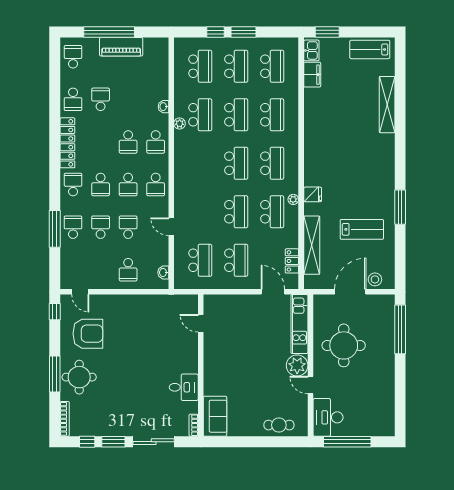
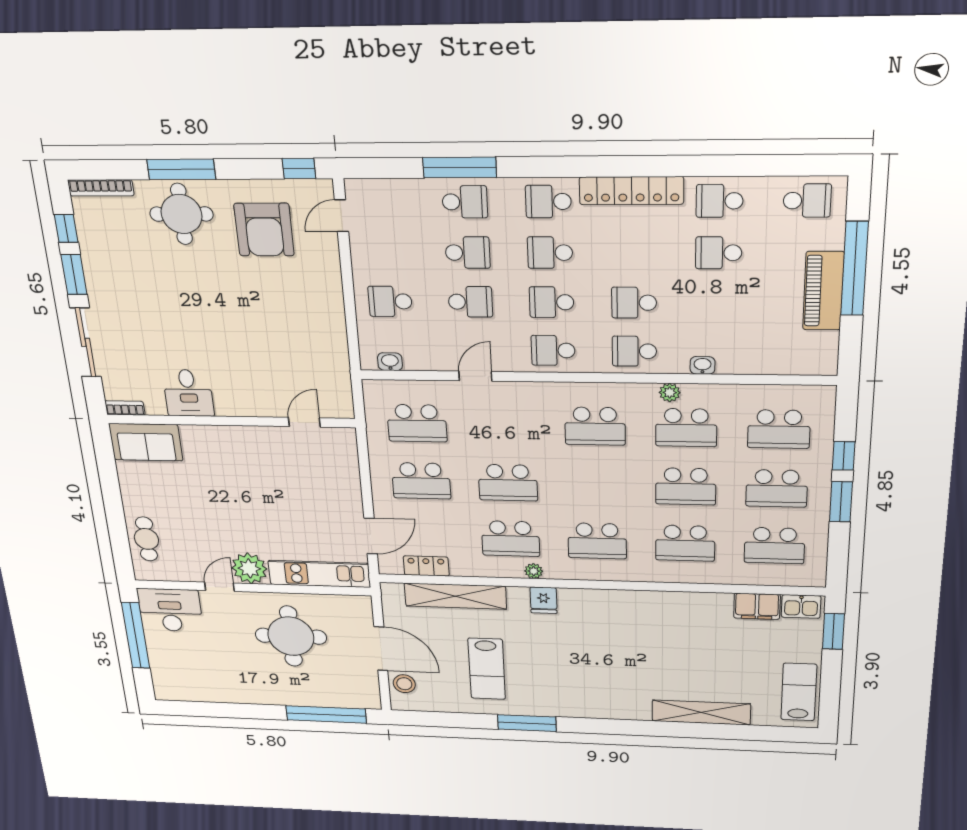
school desk: (101, 99) -> (719, 253), turned 180
school desk: (236, 163) -> (595, 426), moved
school desk: (73, 185) -> (548, 202), turned 180

